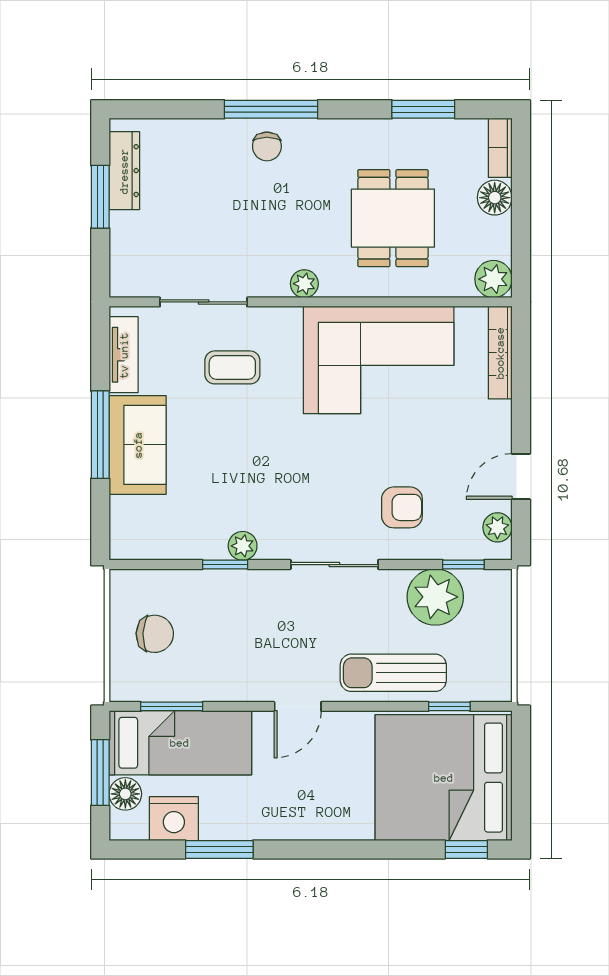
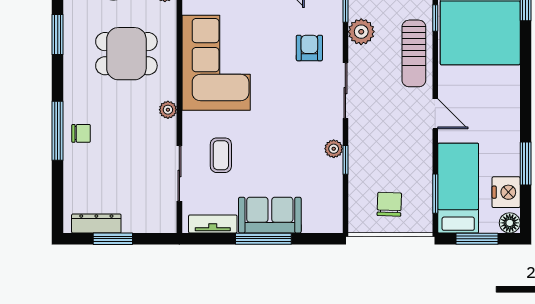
plant: (435, 597) -> (361, 32), width x0.73, depth x0.73
floor lamp: (125, 794) -> (510, 223), moved

